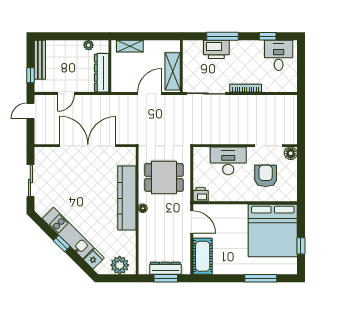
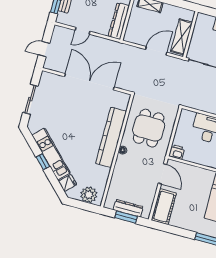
door: (30, 111) -> (44, 49), moved
dining table: (164, 177) -> (149, 128), turned 90

